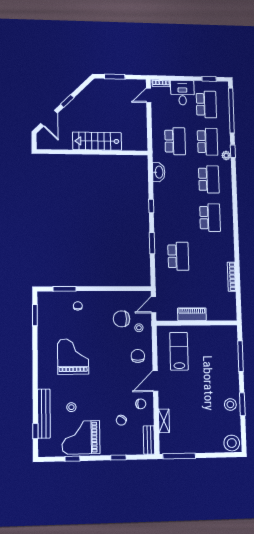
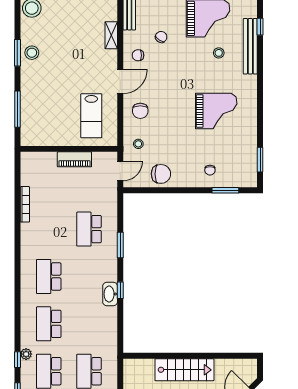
washbasin: (159, 172) -> (110, 294), moved
chair: (122, 319) -> (161, 174), moved
grand piano: (73, 357) -> (216, 111), turned -90

